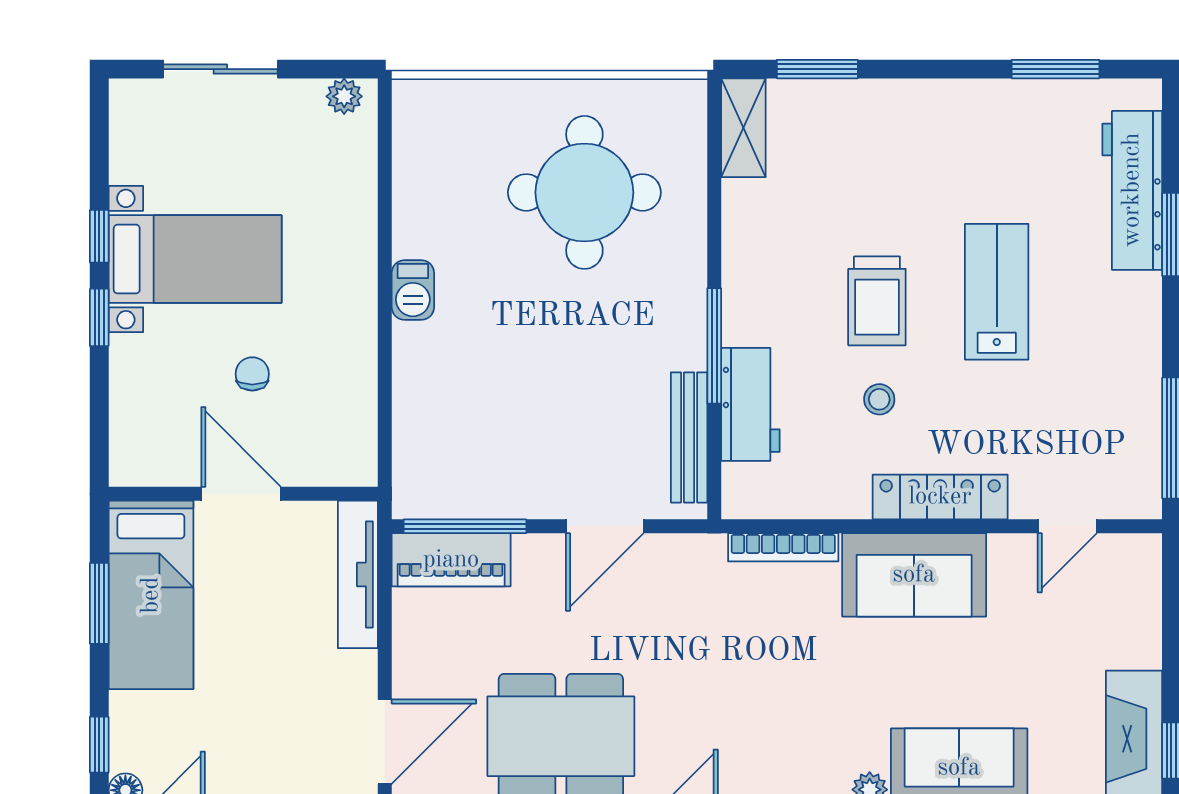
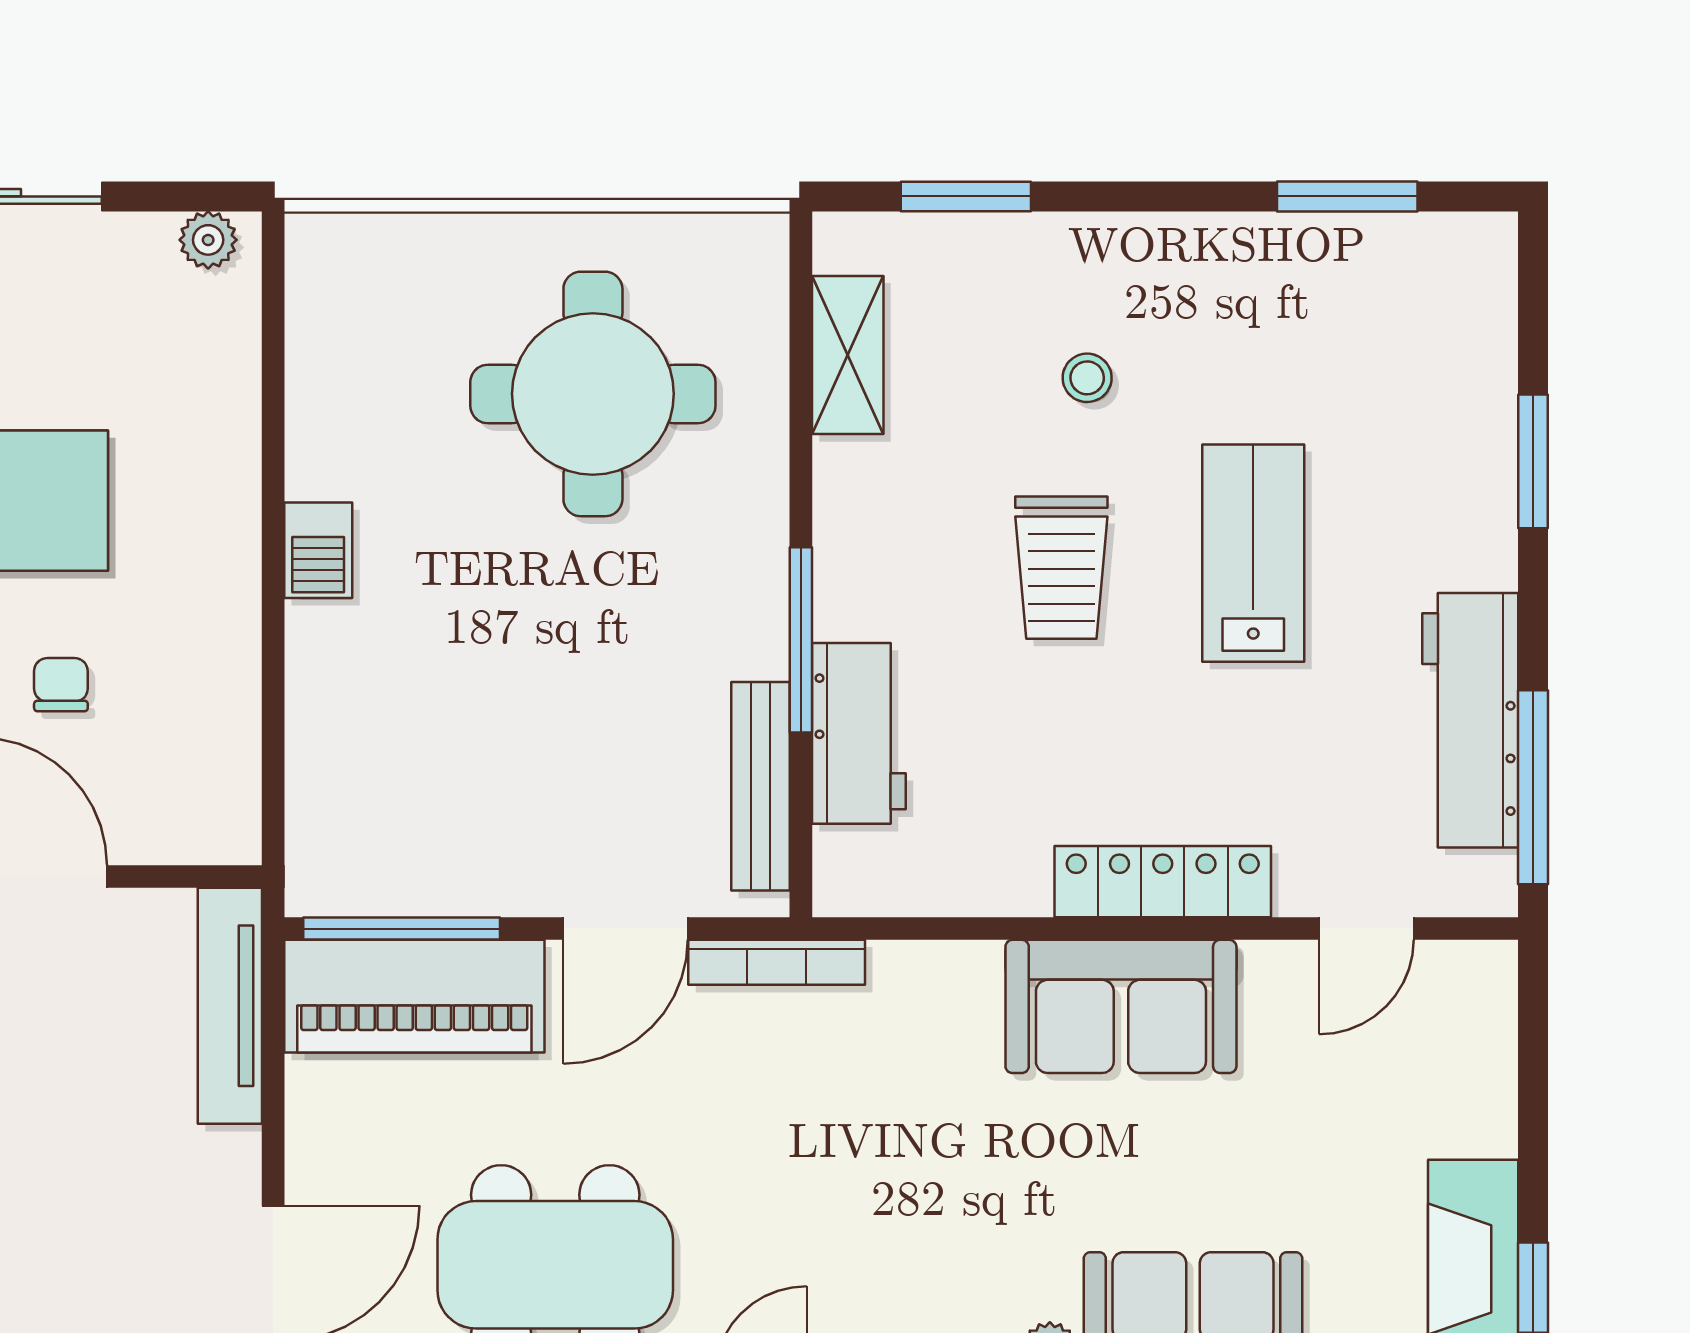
shelving: (743, 128) -> (848, 355), moved
workbench: (1132, 190) -> (1470, 720), moved
stool: (879, 399) -> (1087, 378), moved
bookcase: (783, 547) -> (777, 962), moved
piano: (451, 560) -> (414, 996), width x1.37, depth x1.33

